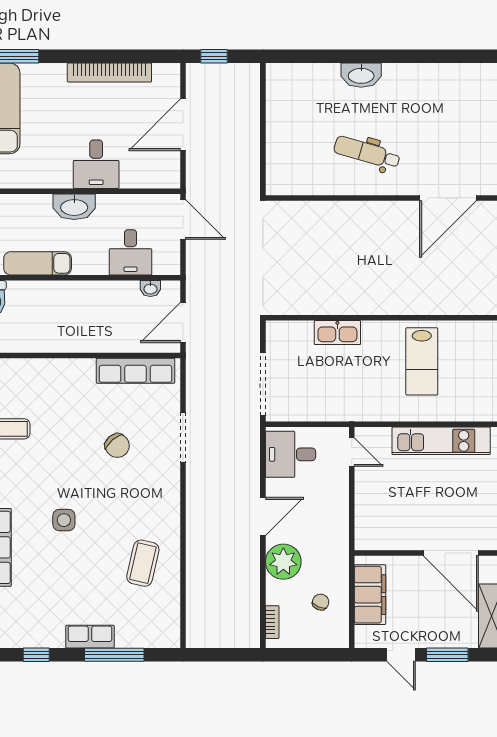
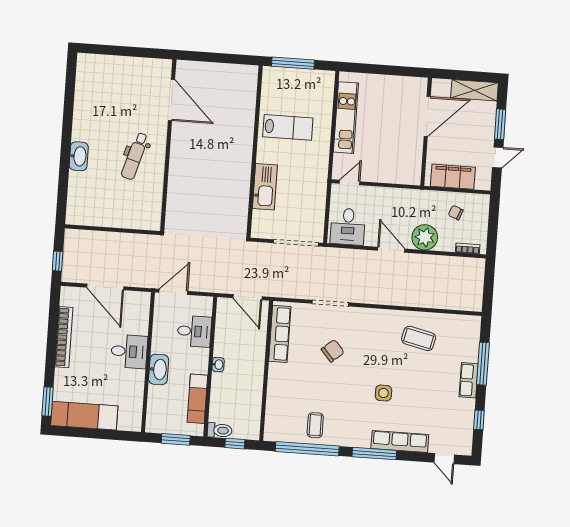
washbasin: (150, 289) -> (218, 365), moved
kitchen sink: (337, 333) -> (265, 187), width x1.36, depth x1.24

